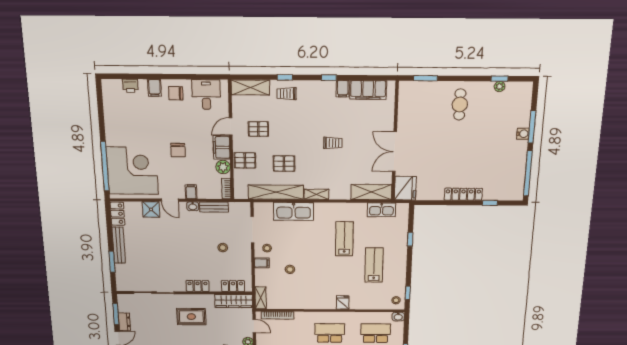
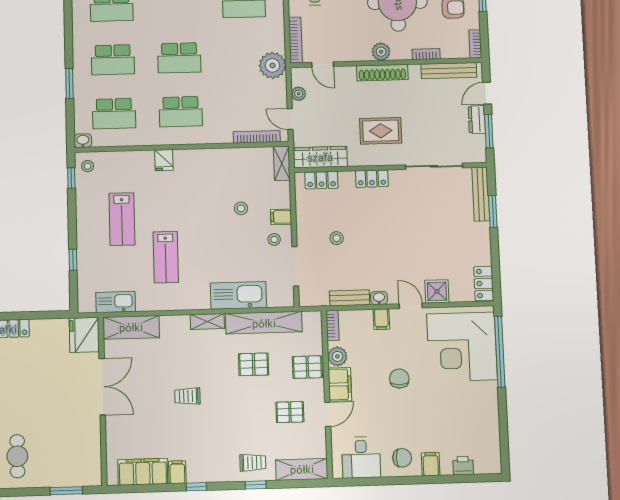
bench: (119, 245) -> (481, 194), moved

